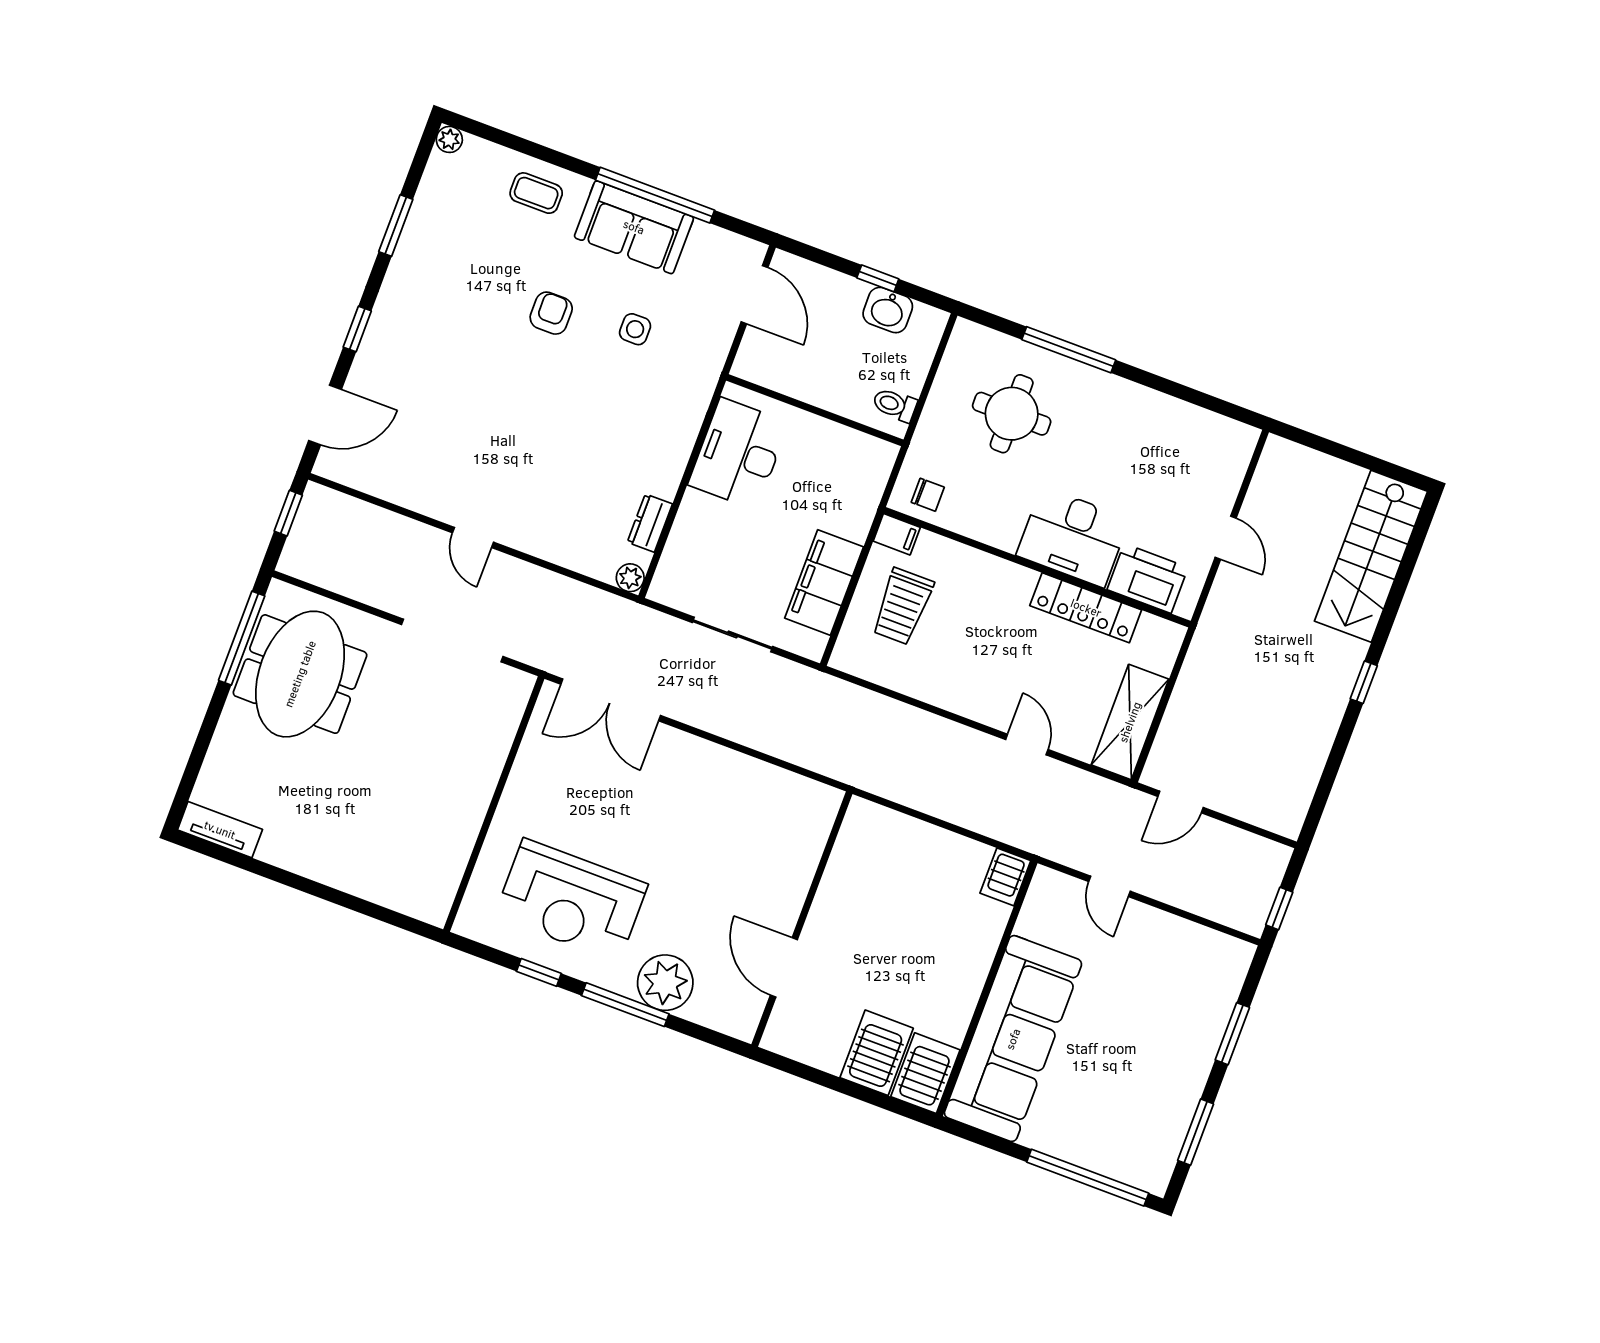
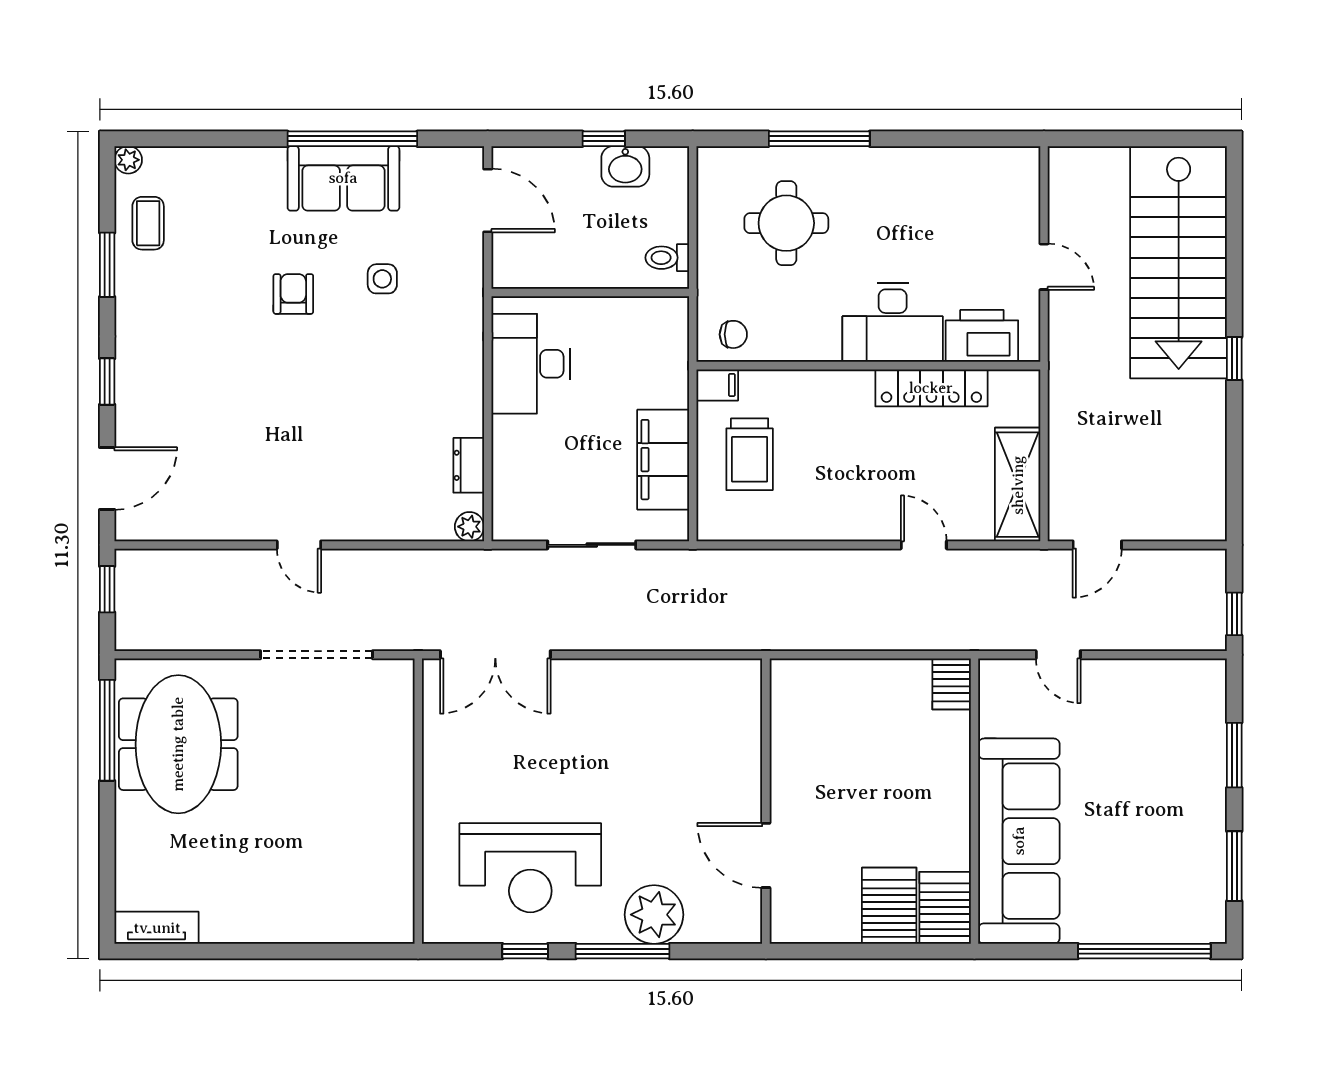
coffee table: (536, 193) -> (148, 223), moved, turned 90
stairs: (1371, 556) -> (1179, 262), width x1.36, depth x1.51

